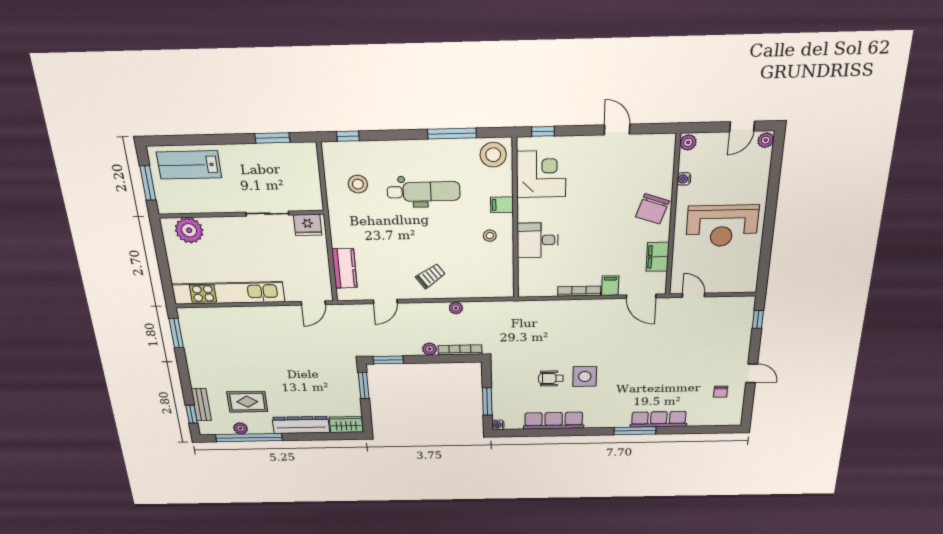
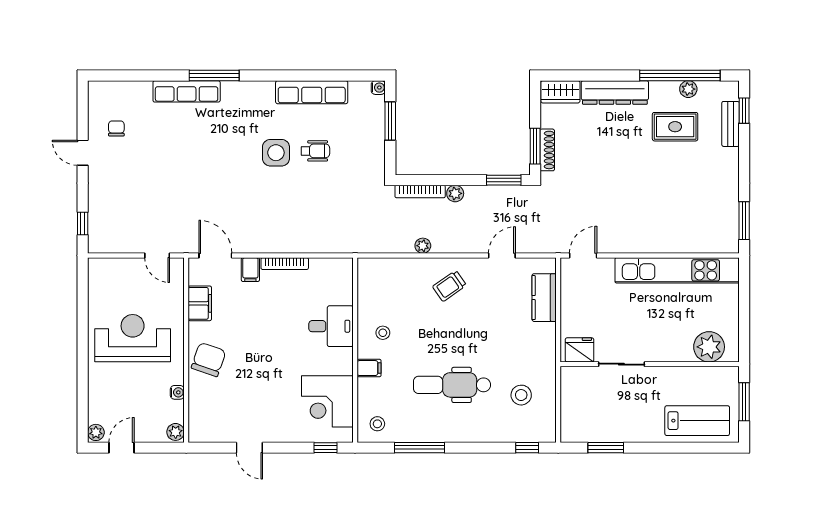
stool: (493, 155) -> (377, 424), width x0.53, depth x0.53
shoe rack: (353, 383) -> (547, 150), added

